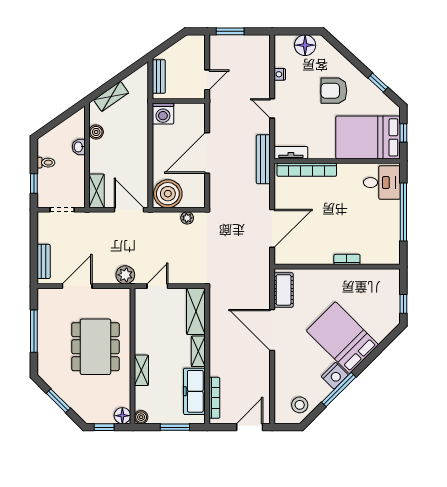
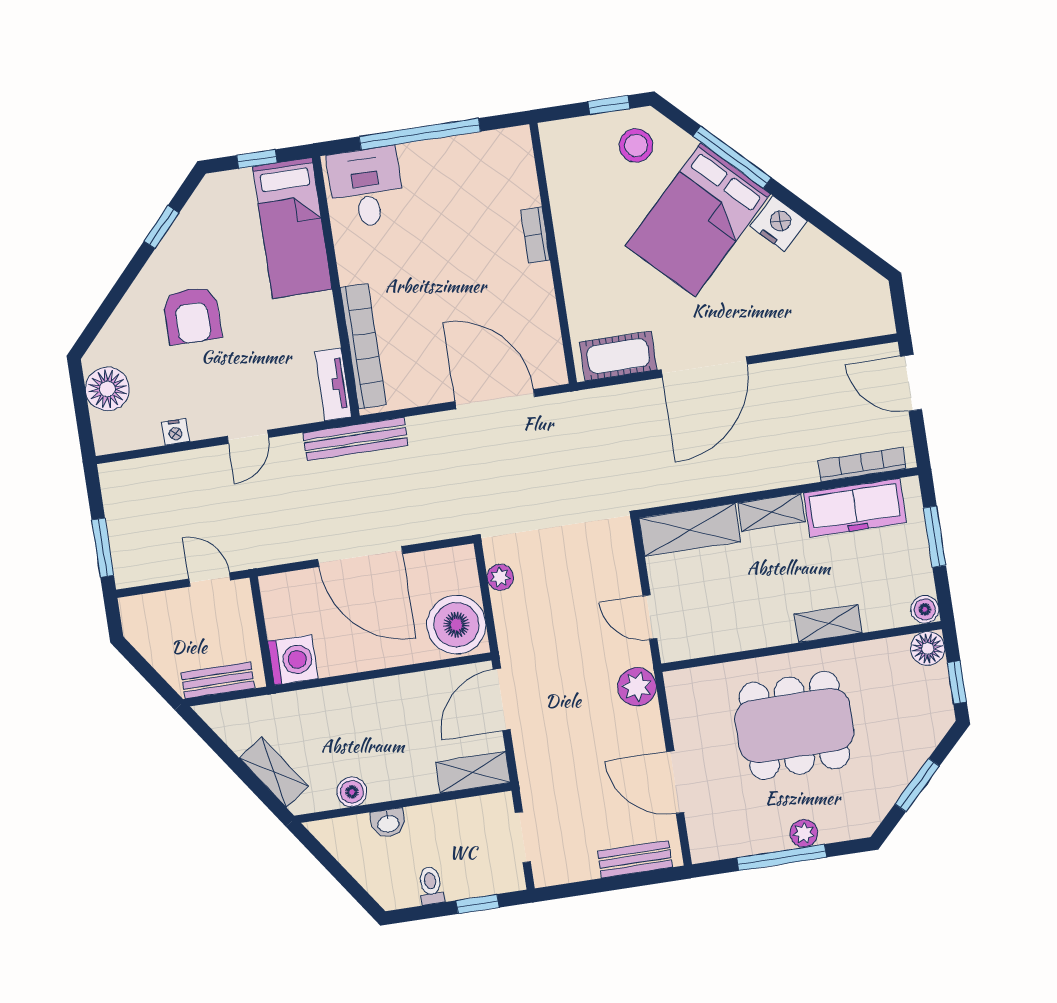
bed: (368, 137) -> (292, 228), width x0.67
plant: (44, 343) -> (804, 833), added
window: (339, 390) -> (732, 157), moved
stool: (300, 405) -> (636, 145), moved

